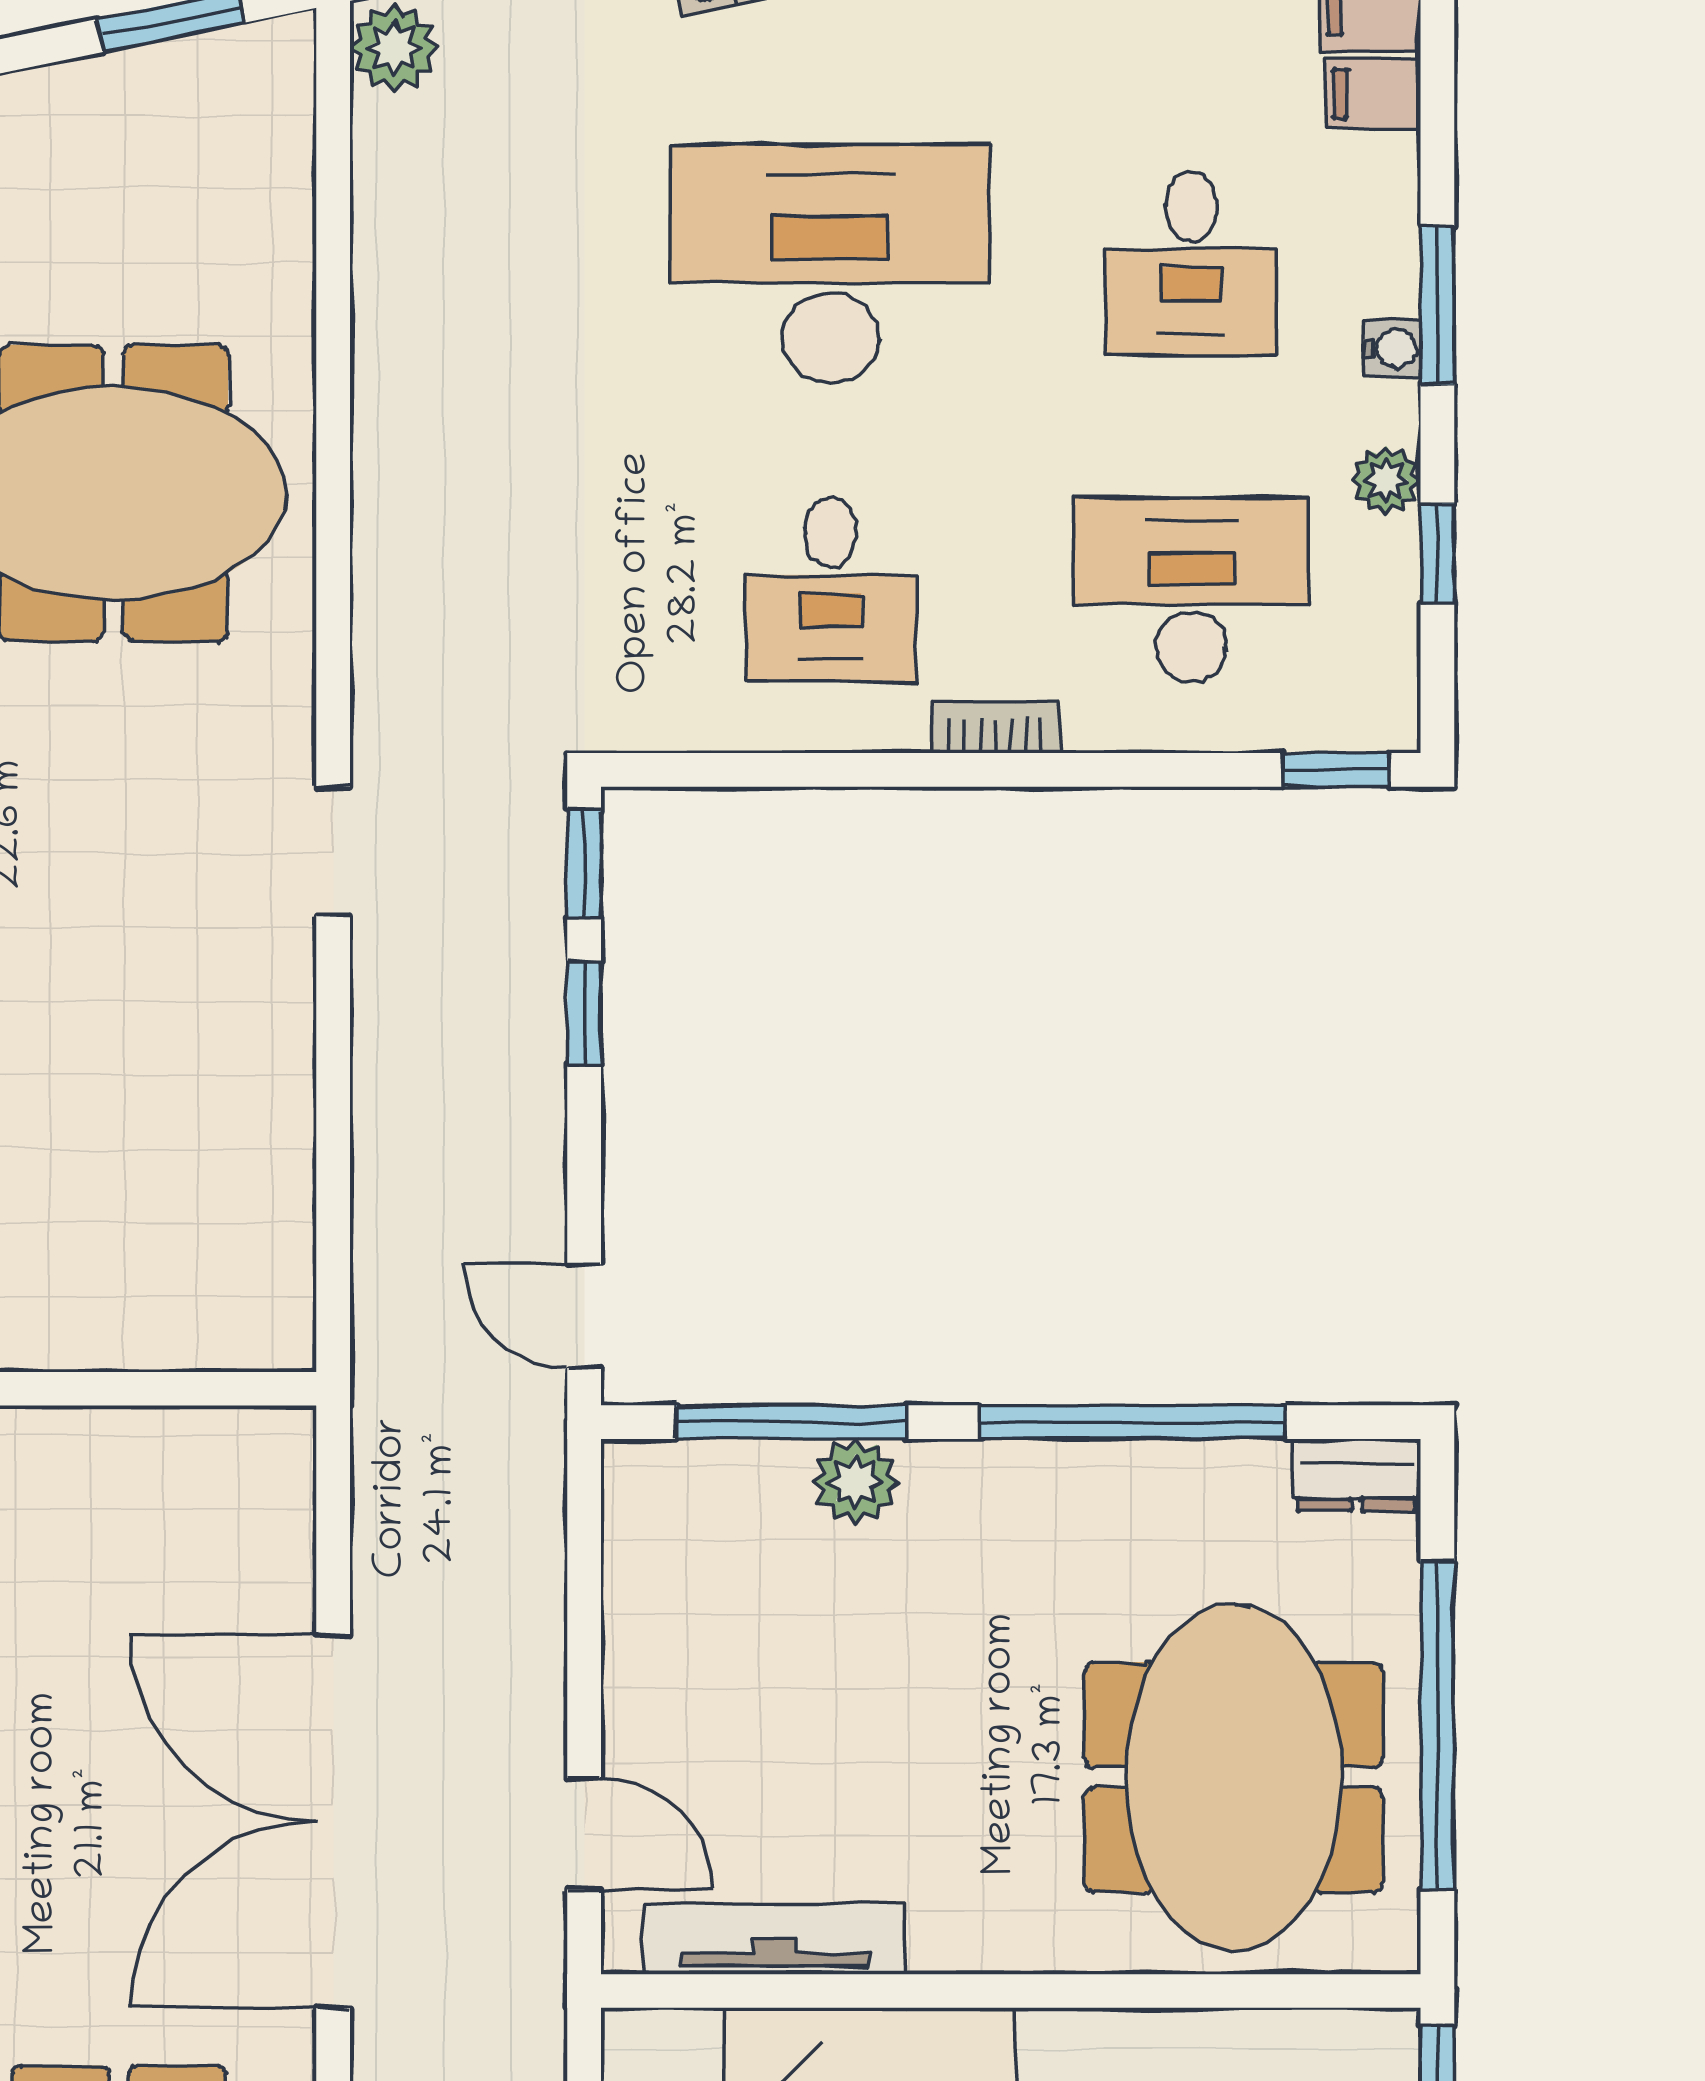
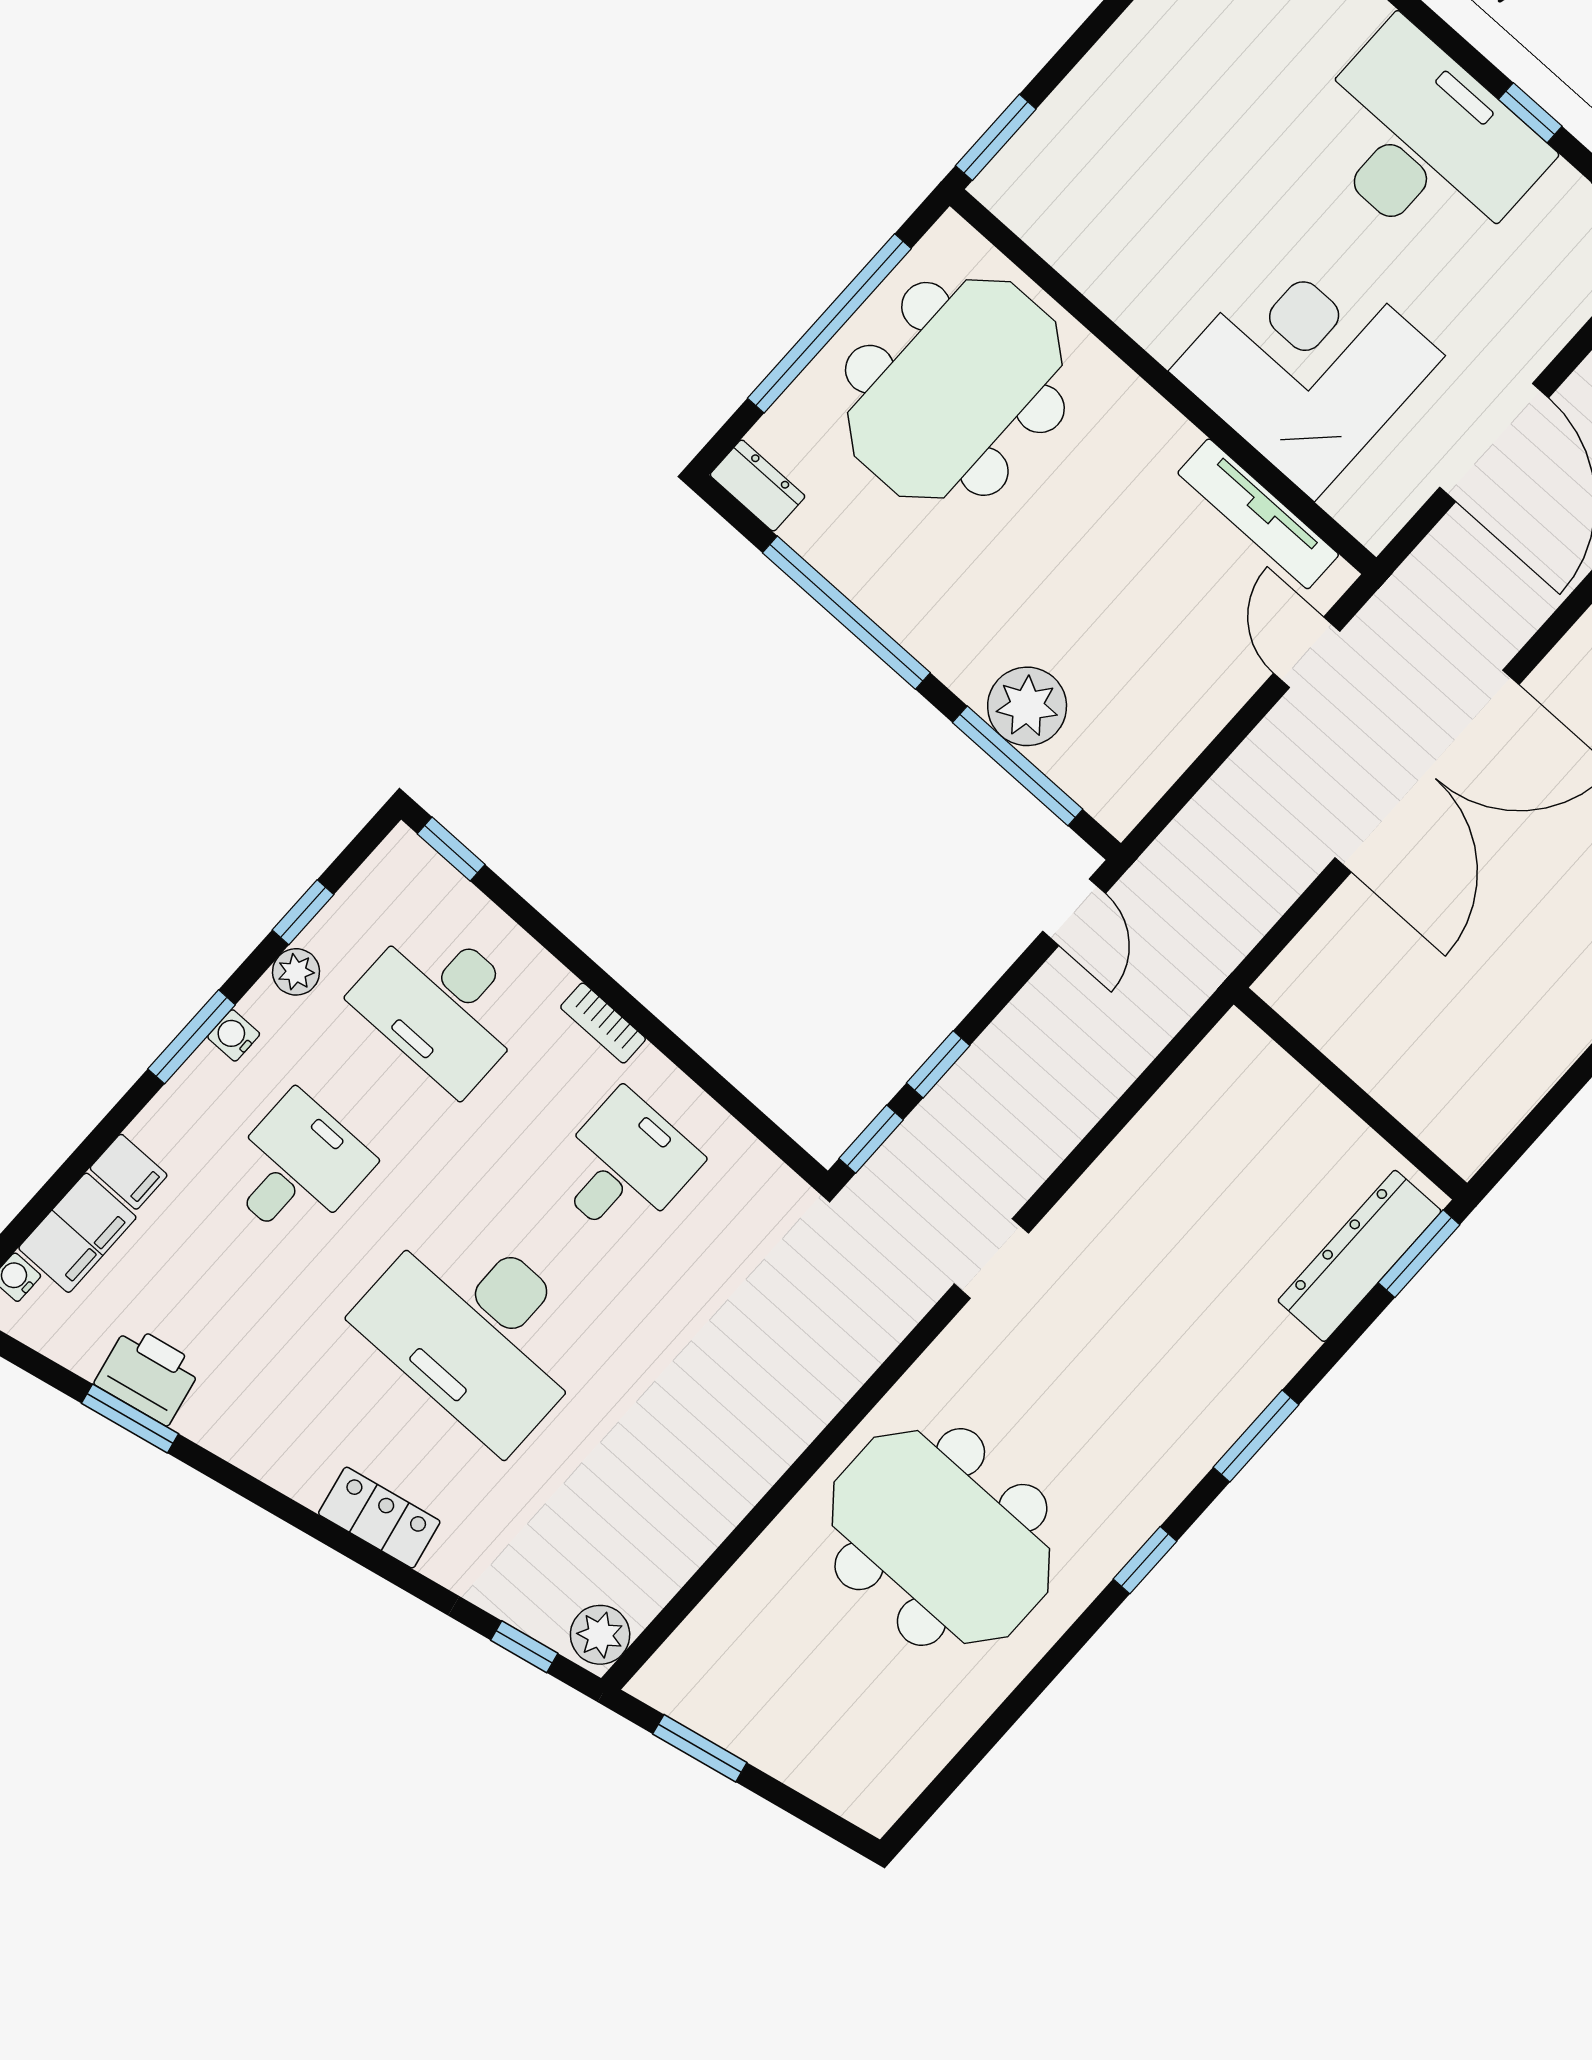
plant: (855, 1482) -> (1027, 706), width x1.36, depth x1.36

